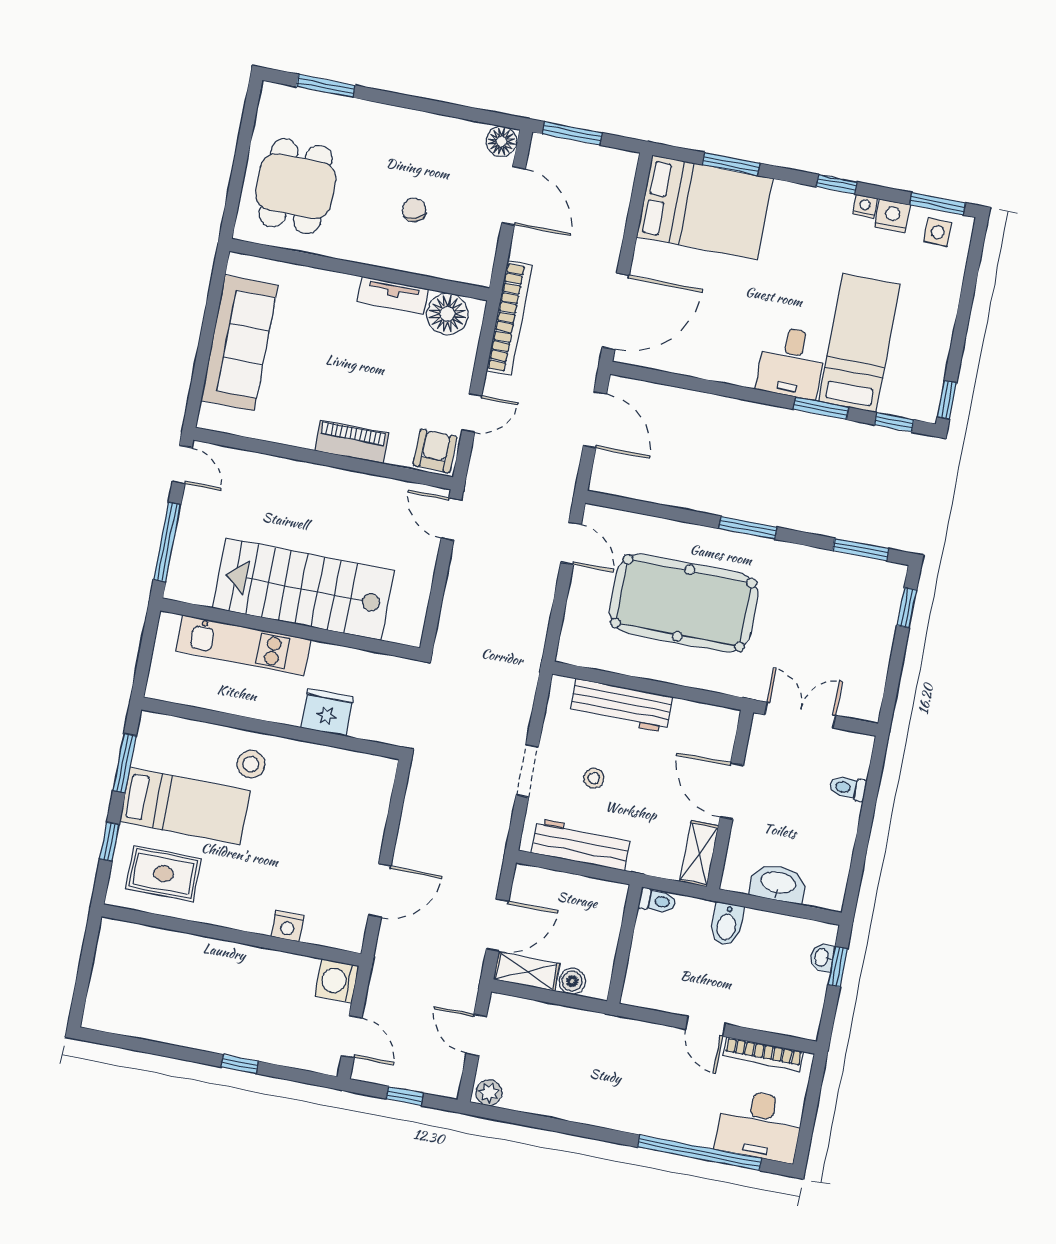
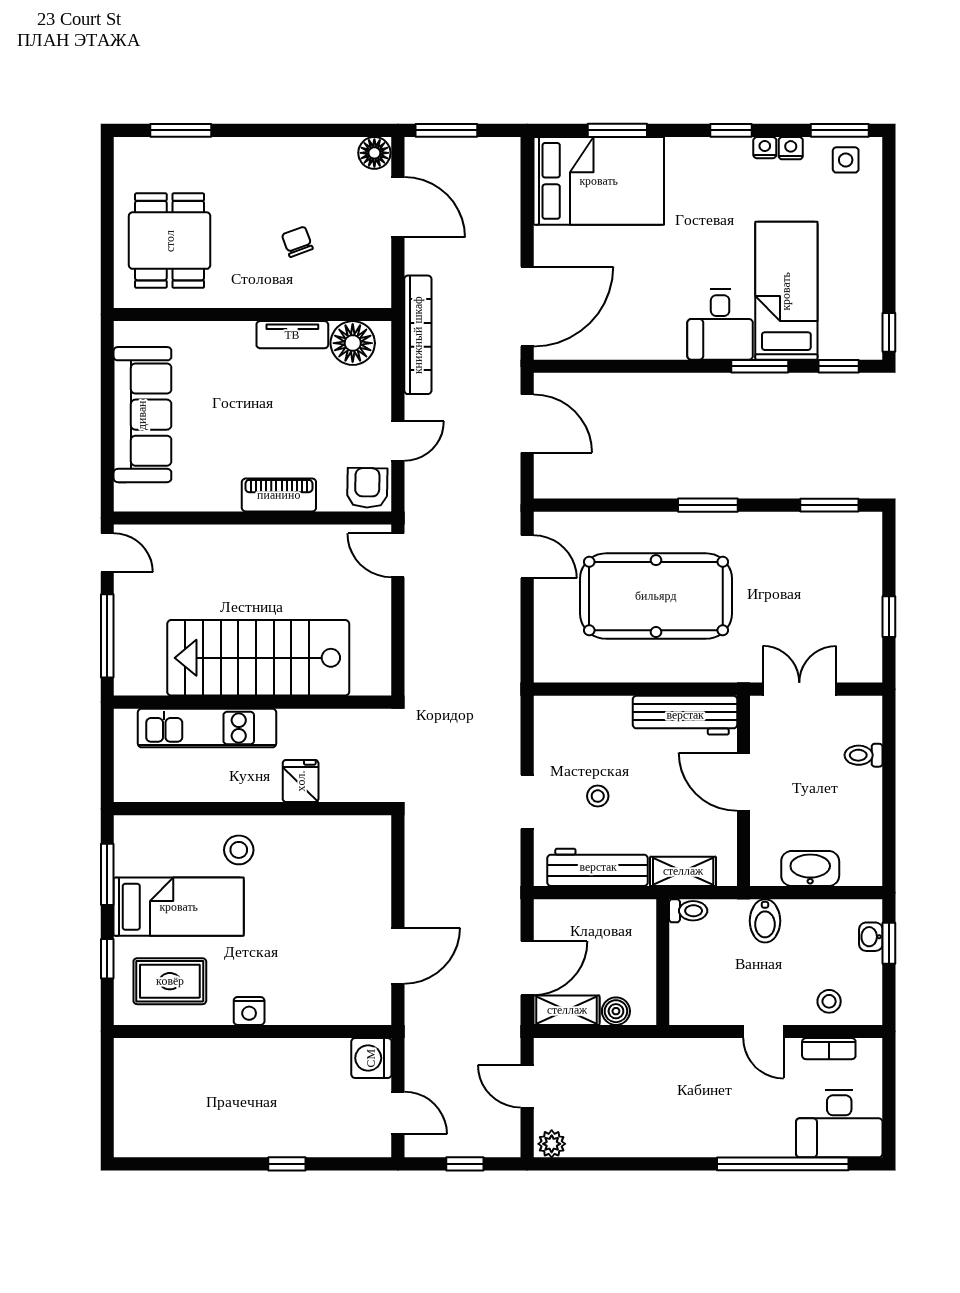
nightstand: (892, 216) -> (791, 148), width x0.72, depth x0.74
window: (907, 608) -> (889, 617), moved
workbench: (621, 706) -> (685, 715), moved
fridge: (327, 712) -> (301, 781), width x0.72
shelving: (699, 854) -> (683, 871), moved, turned 90
nightstand: (288, 926) -> (249, 1011), moved
stool: (772, 1010) -> (829, 1001), added
bookcase: (763, 1054) -> (829, 1049), width x0.64

